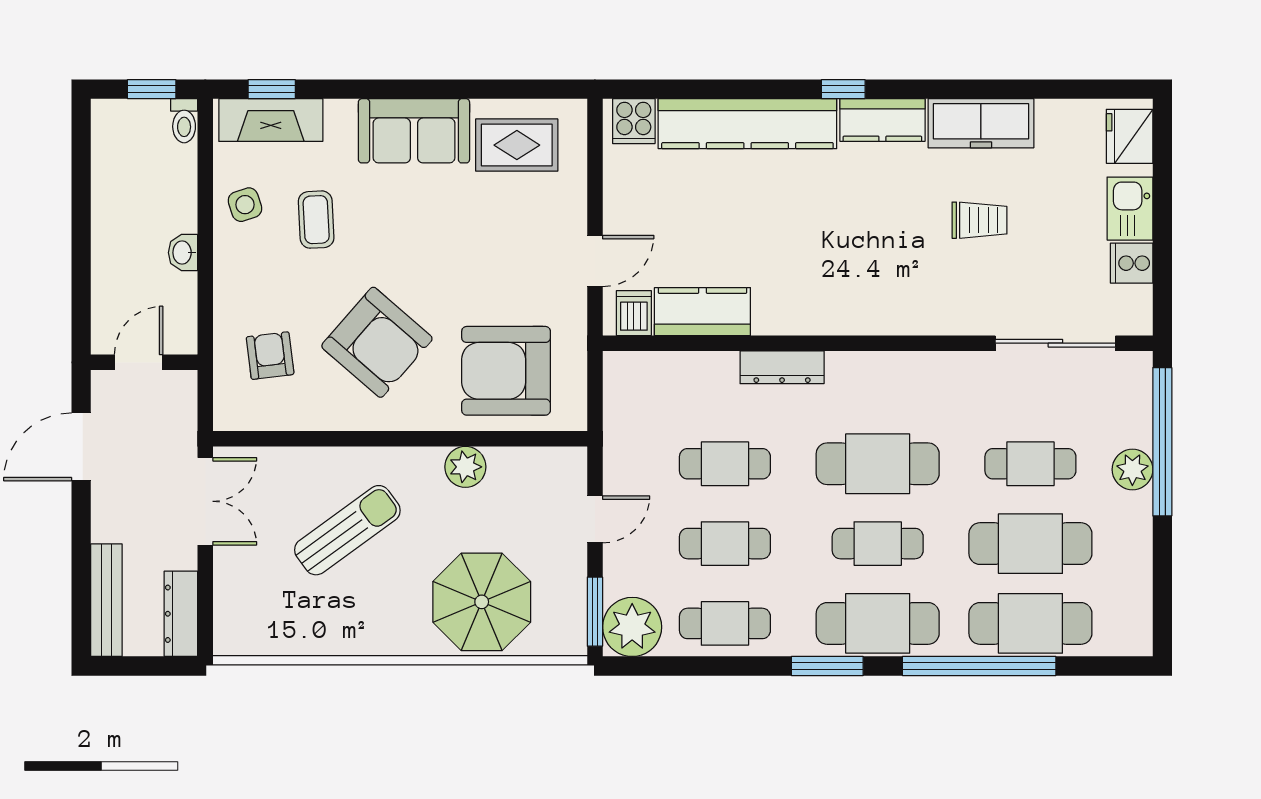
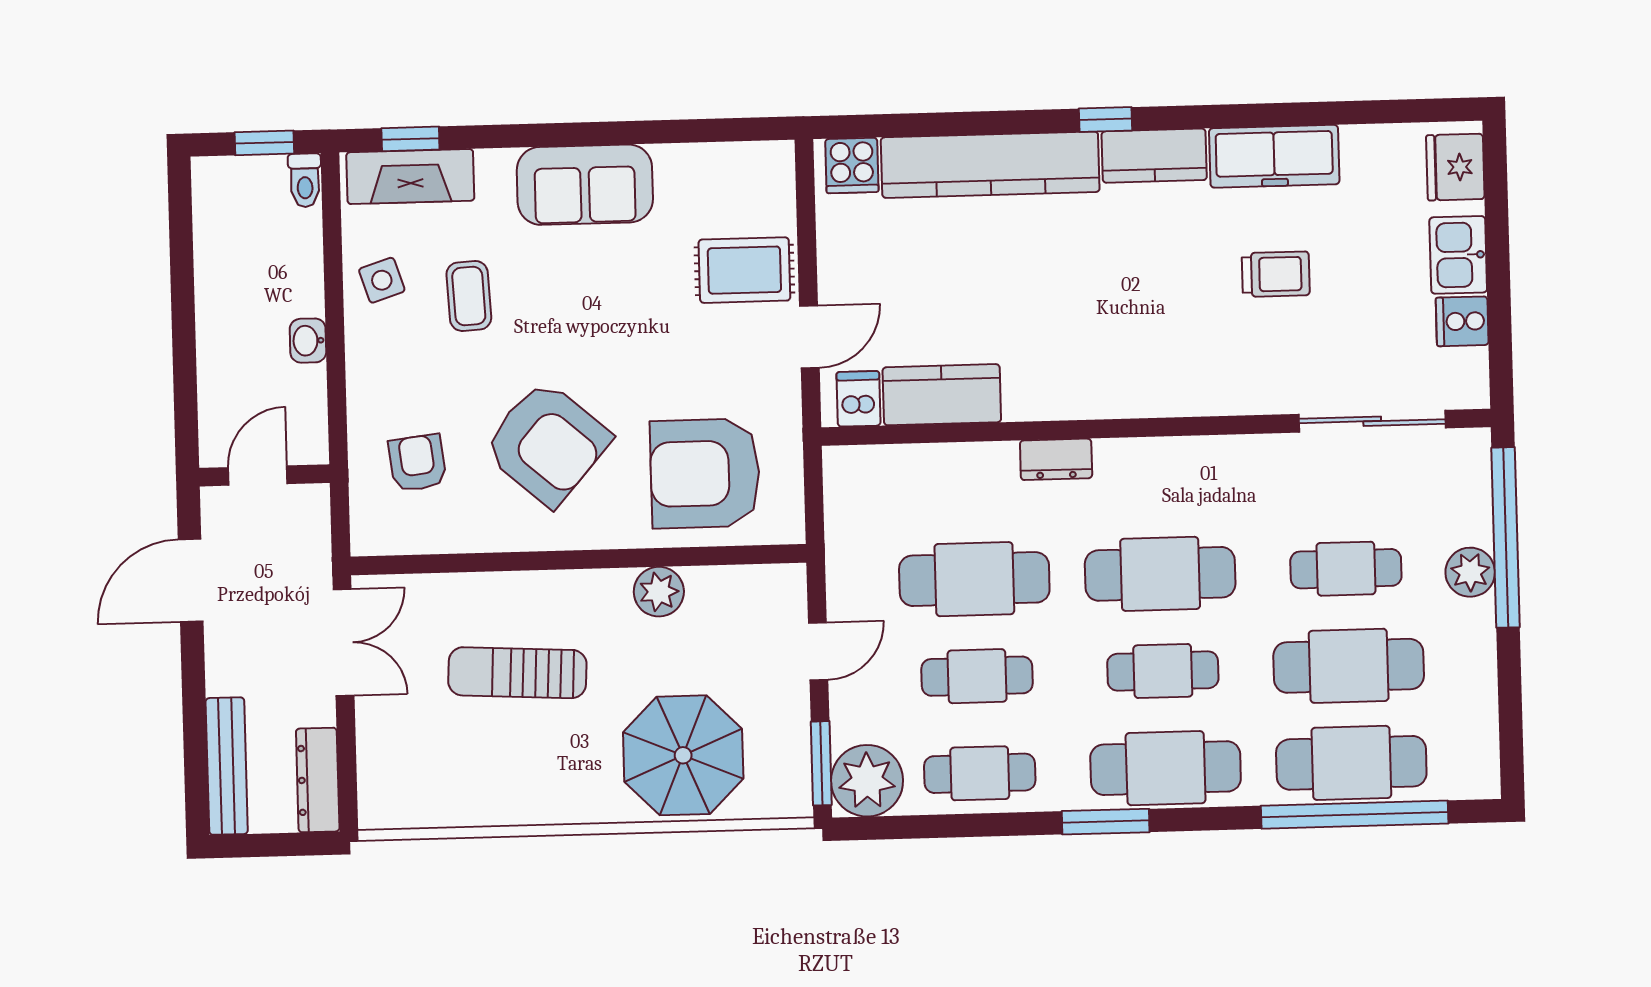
rug: (517, 145) -> (744, 270), moved
dresser: (782, 367) -> (1056, 459), width x0.70
cafe table: (725, 464) -> (974, 579), width x1.37, depth x1.35
sun lounger: (347, 530) -> (517, 673), turned -141
window: (979, 666) -> (1355, 815), moved

